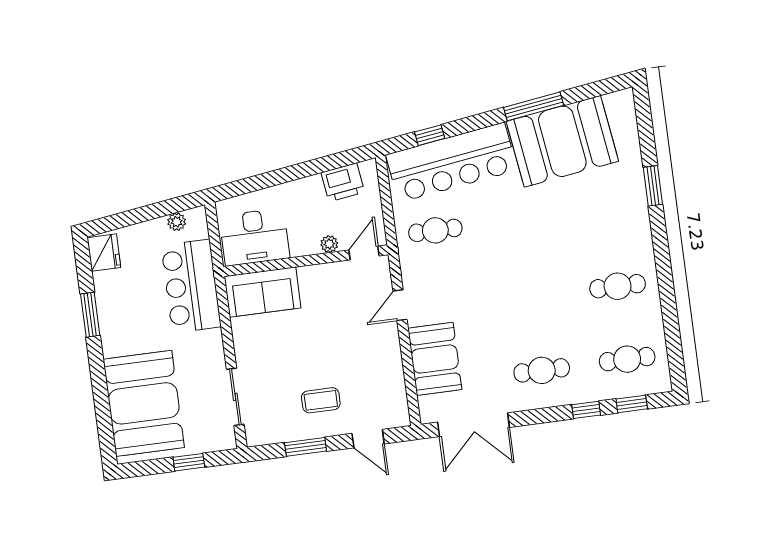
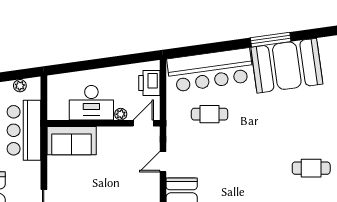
window: (430, 135) -> (198, 50), removed
printer: (343, 182) -> (149, 83), moved, turned 98
cafe table: (435, 230) -> (210, 114), moved
desk: (255, 237) -> (91, 103), moved

